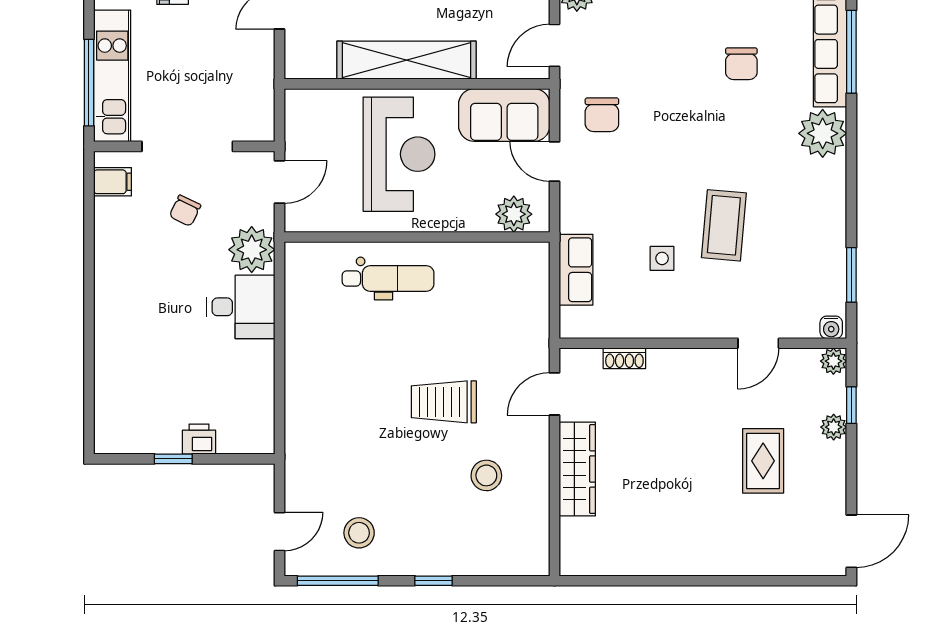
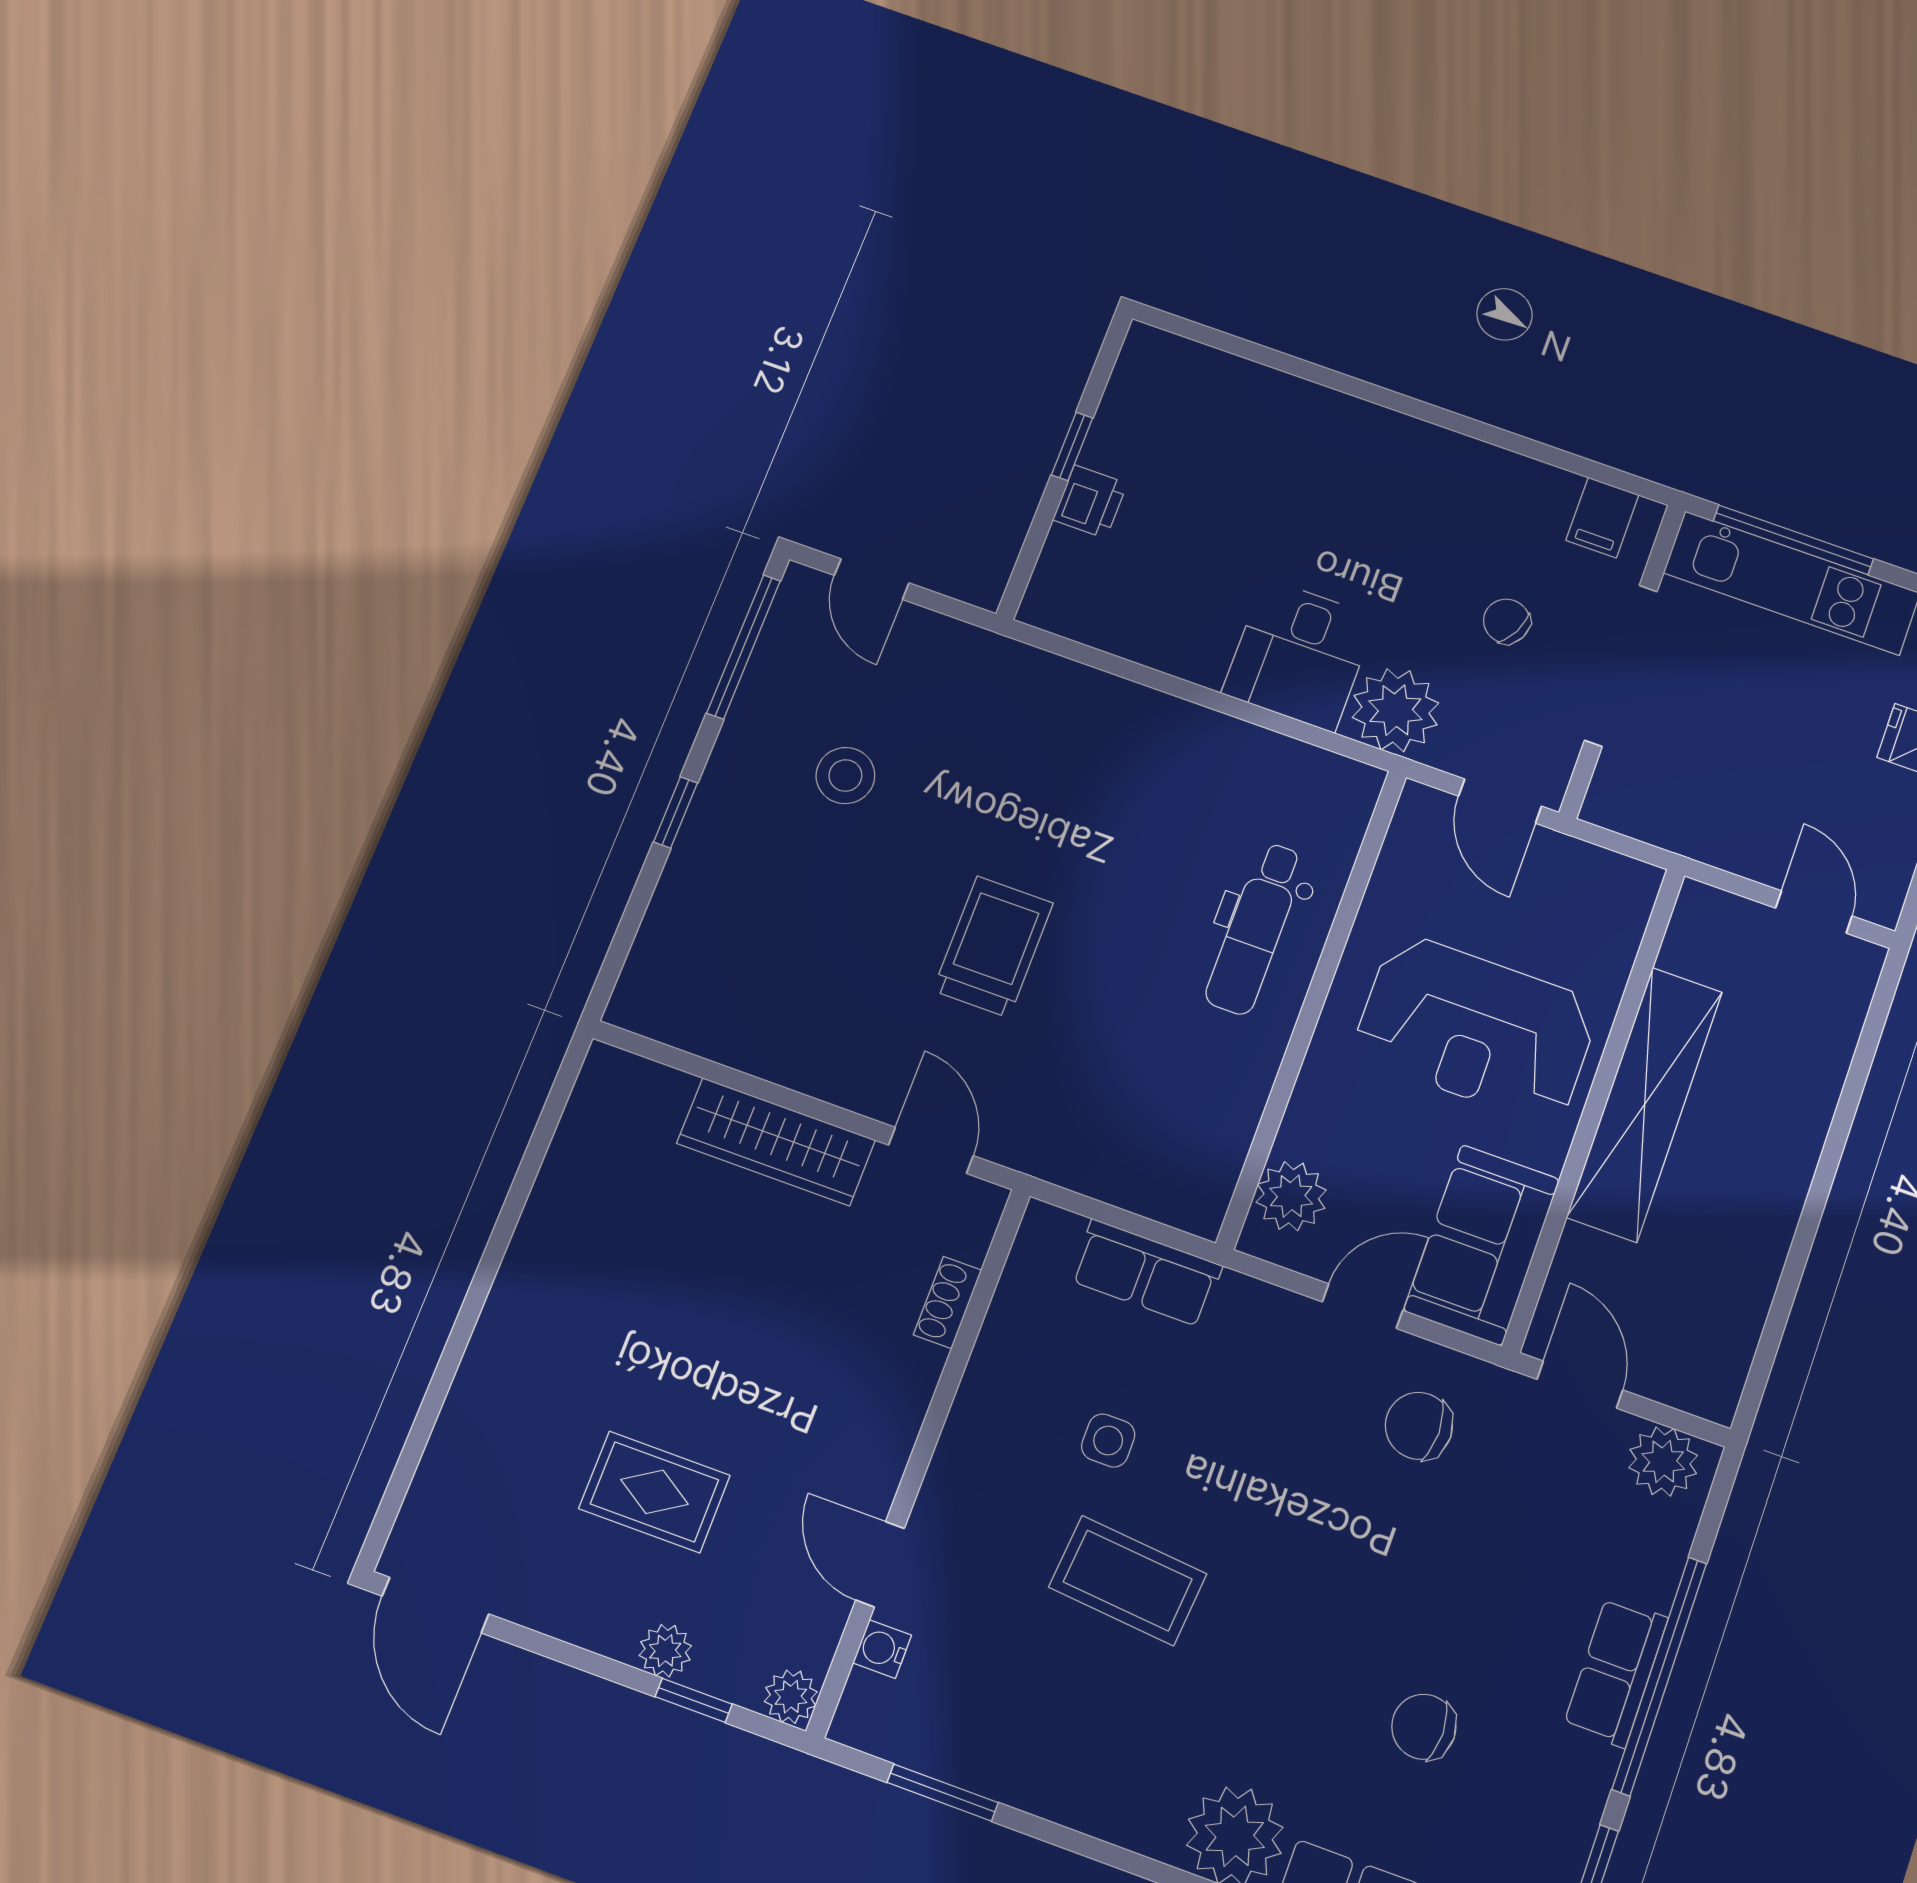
water cooler: (831, 327) -> (882, 1649), moved
stool: (486, 475) -> (829, 974), removed
stool: (359, 533) -> (845, 776), moved

